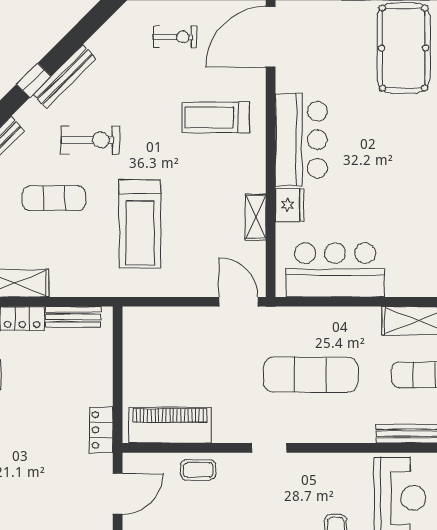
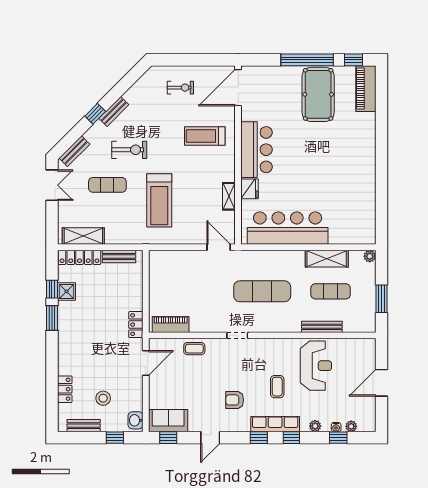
bench: (65, 77) -> (114, 112), width x0.73
bar counter: (335, 270) -> (288, 228), width x1.36
piano: (170, 425) -> (171, 324), width x0.73, depth x0.75

